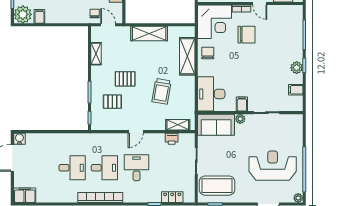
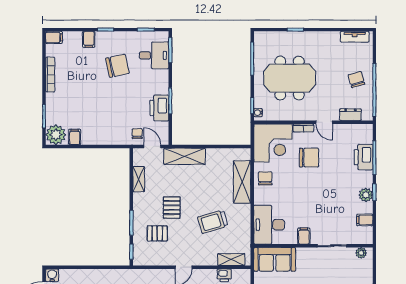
shelving: (149, 34) -> (185, 156), moved
printer: (295, 34) -> (364, 157), added
pallet: (125, 79) -> (172, 208), turned 90
trolley: (161, 91) -> (213, 222), turned 64
plant: (240, 119) -> (361, 253), moved

